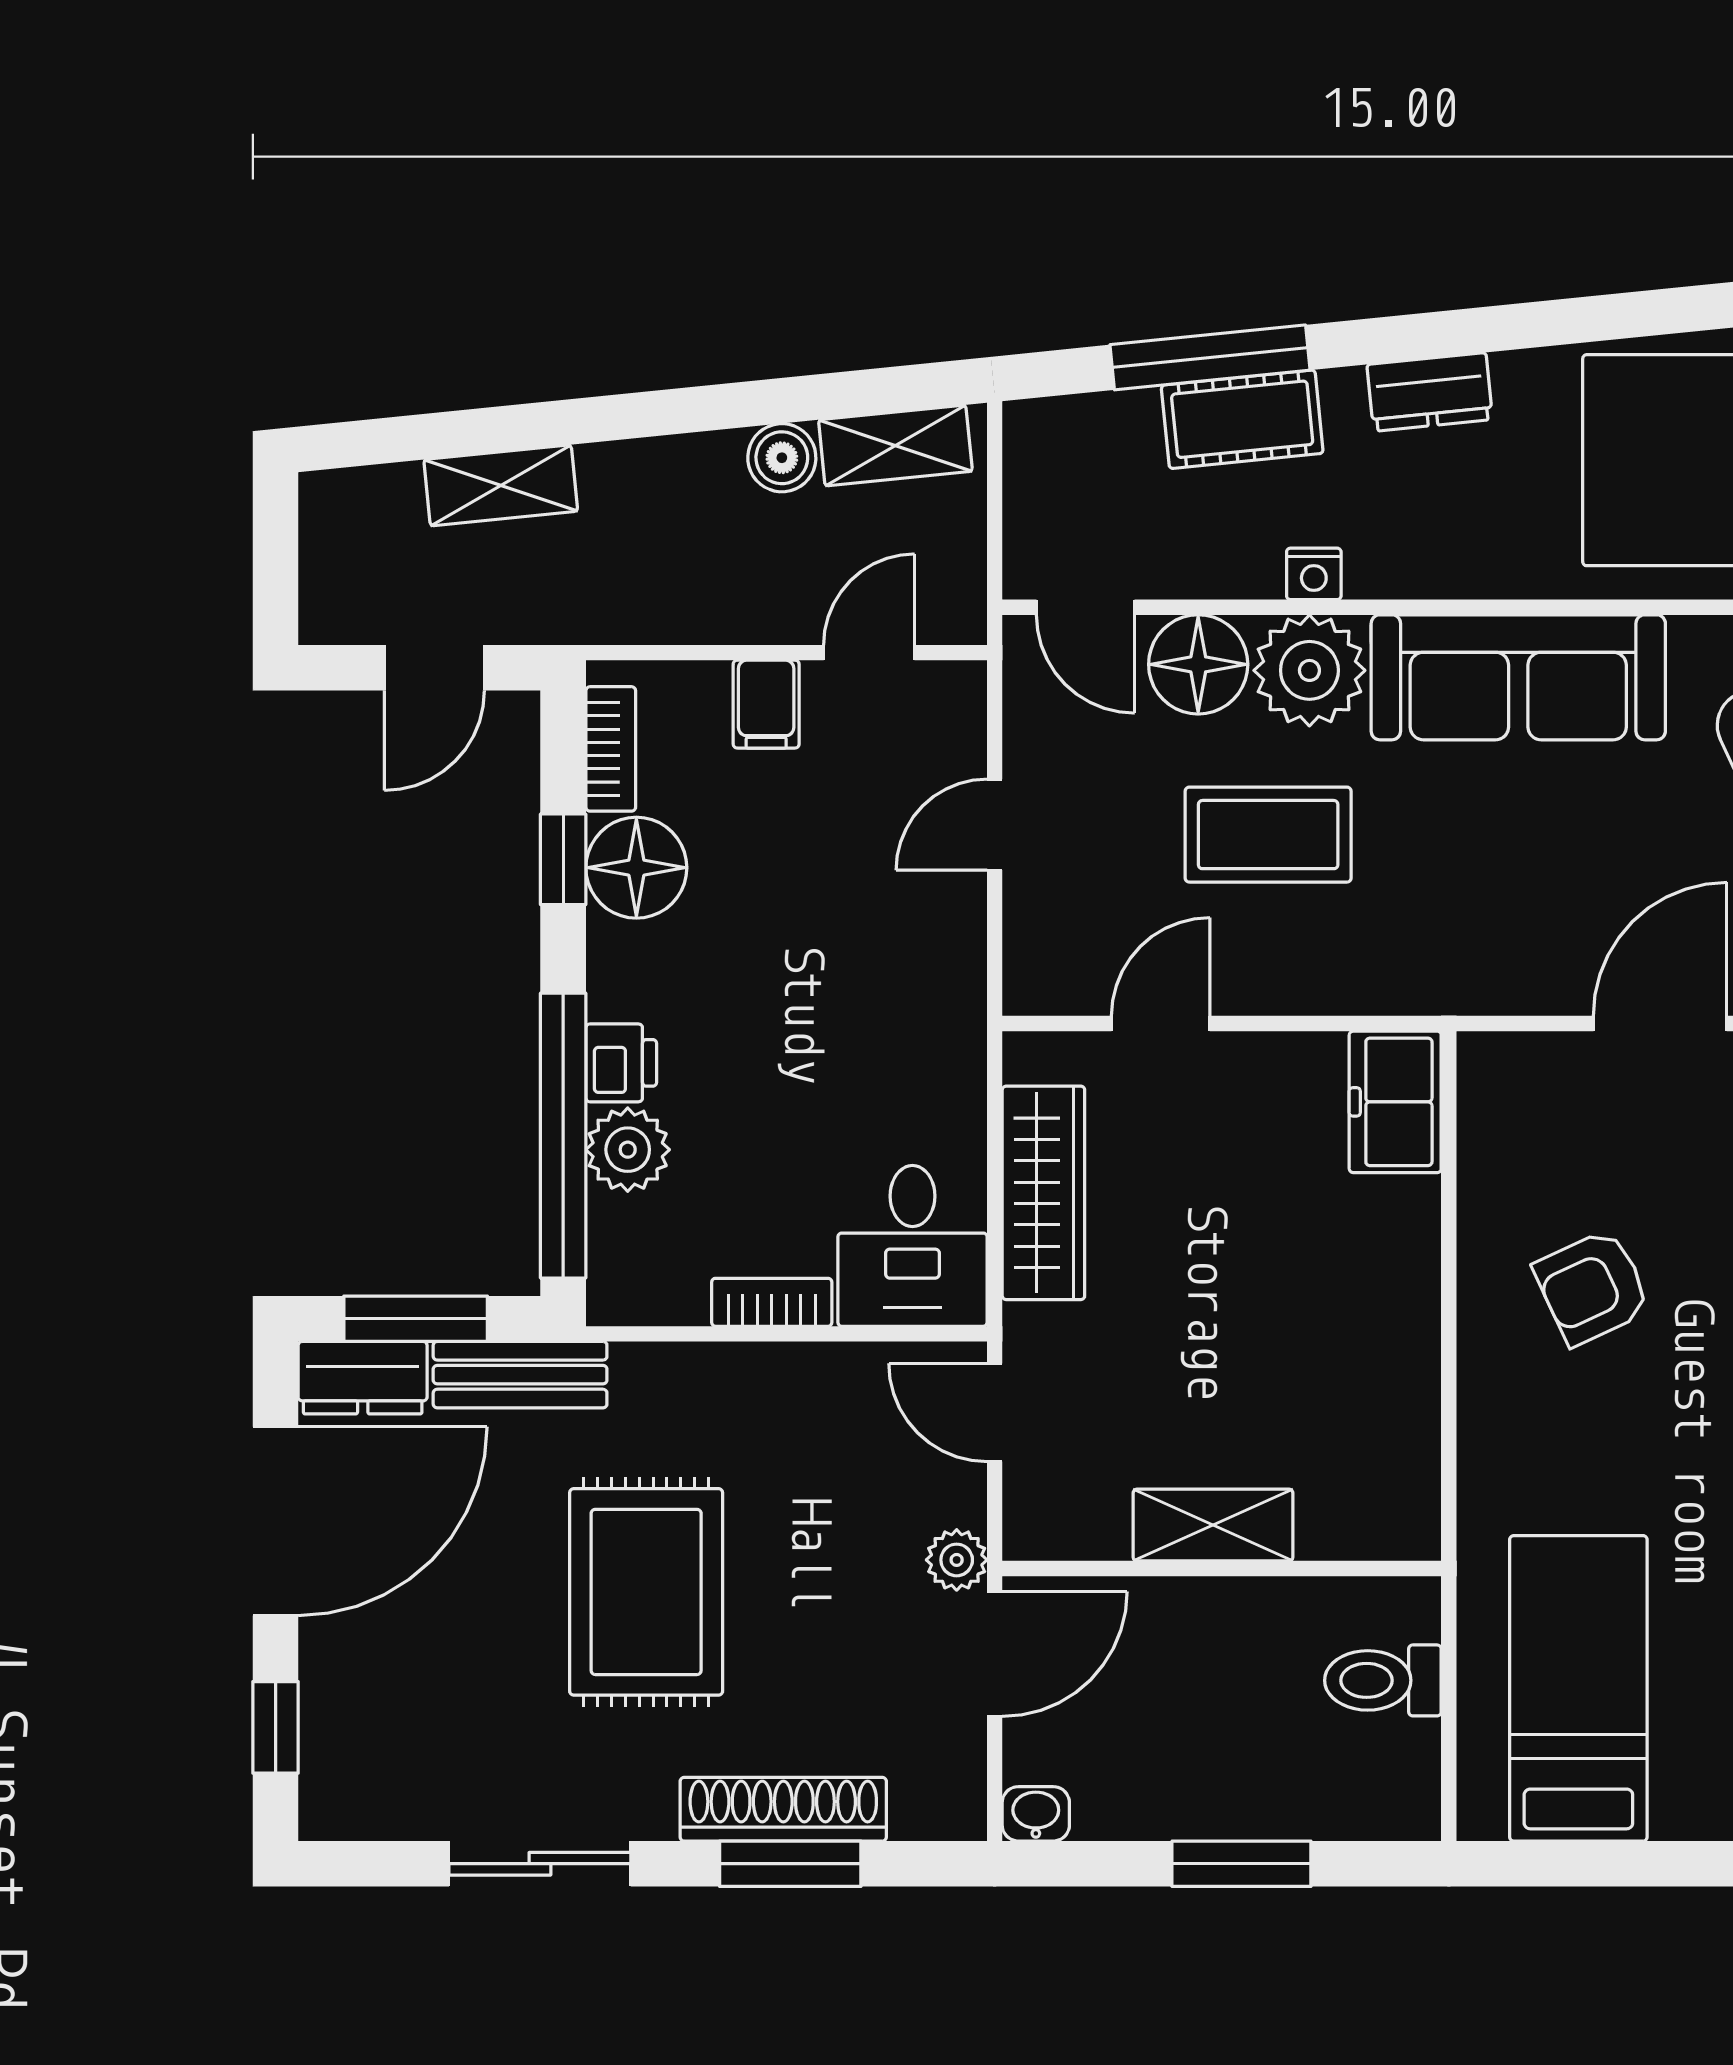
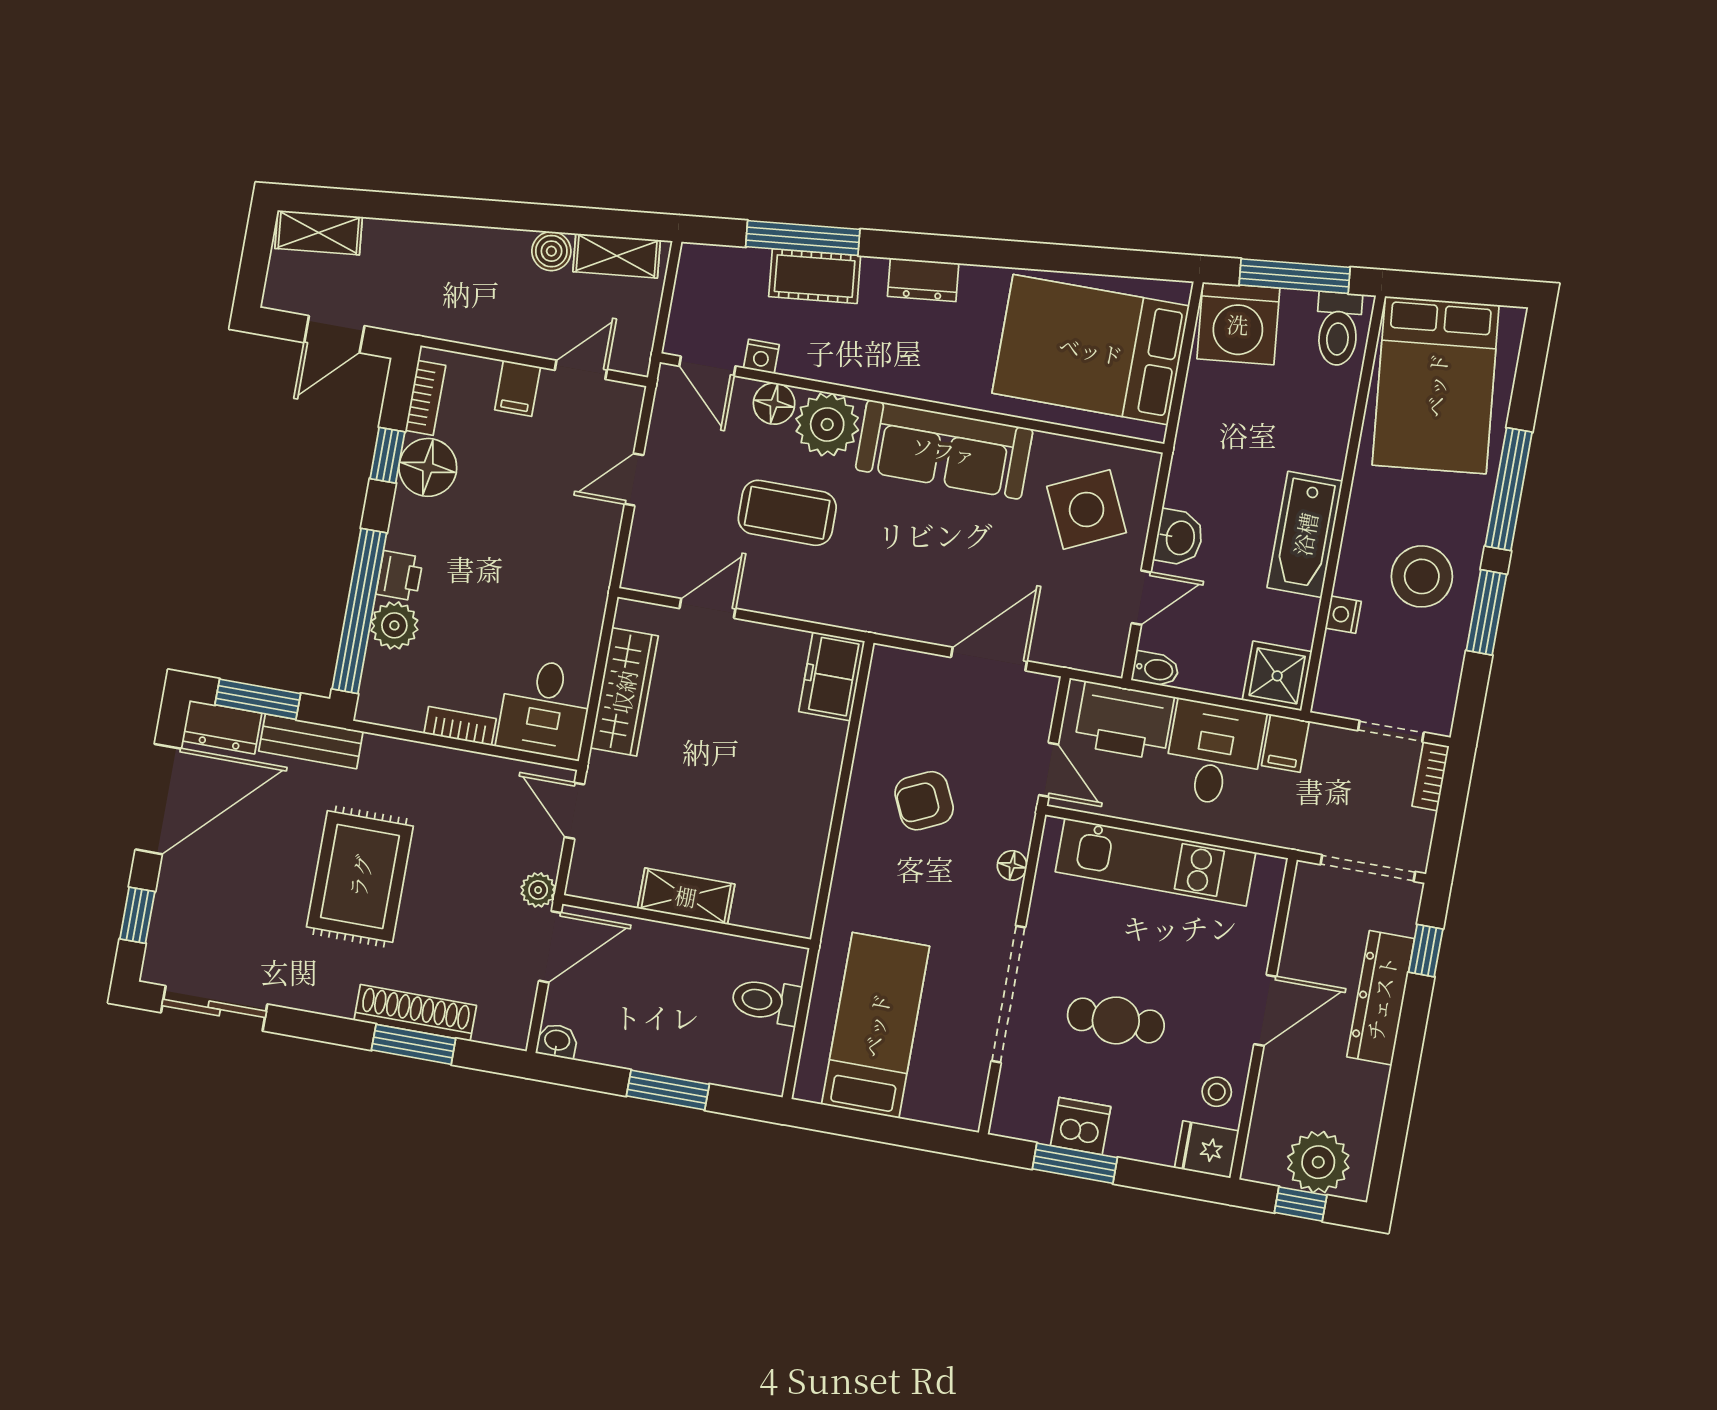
shelving: (501, 485) -> (319, 233), moved
nightstand: (1314, 574) -> (761, 356), moved
floor lamp: (1198, 664) -> (774, 404), width x0.73, depth x0.73
sliding door: (540, 1864) -> (214, 1008), moved

